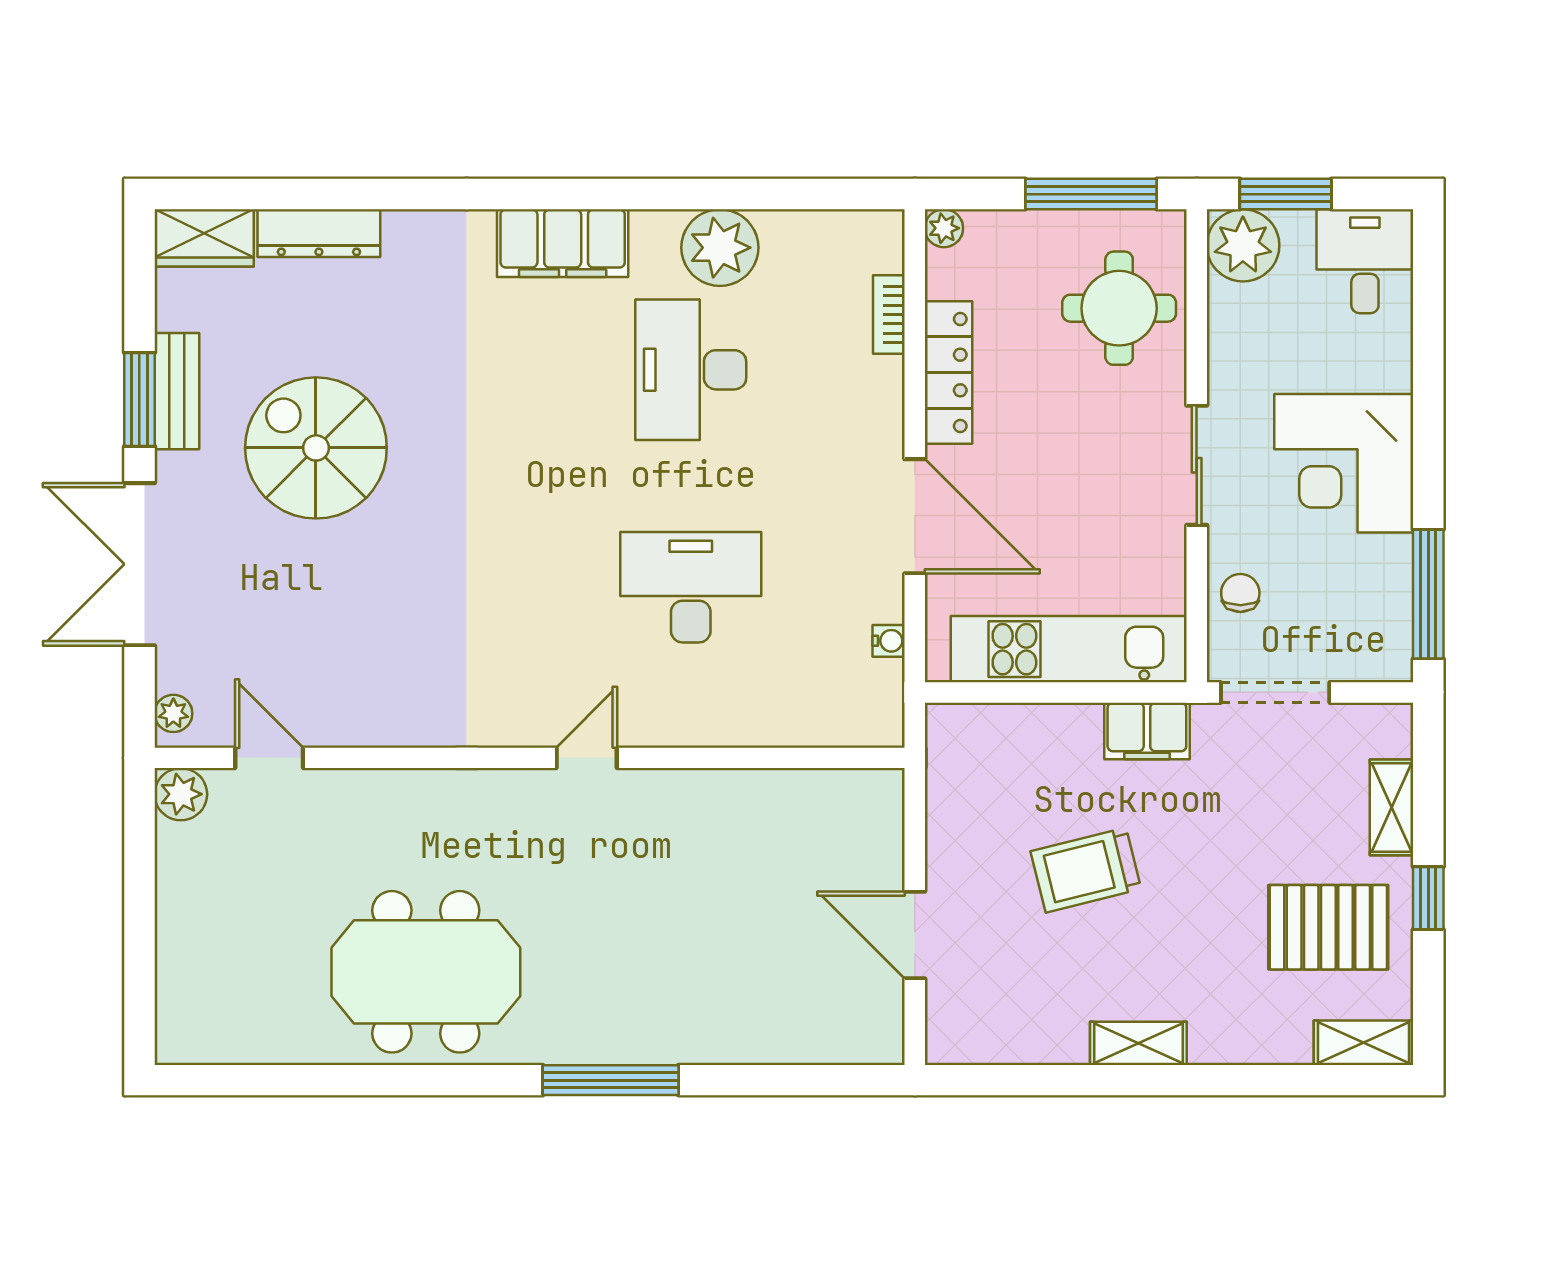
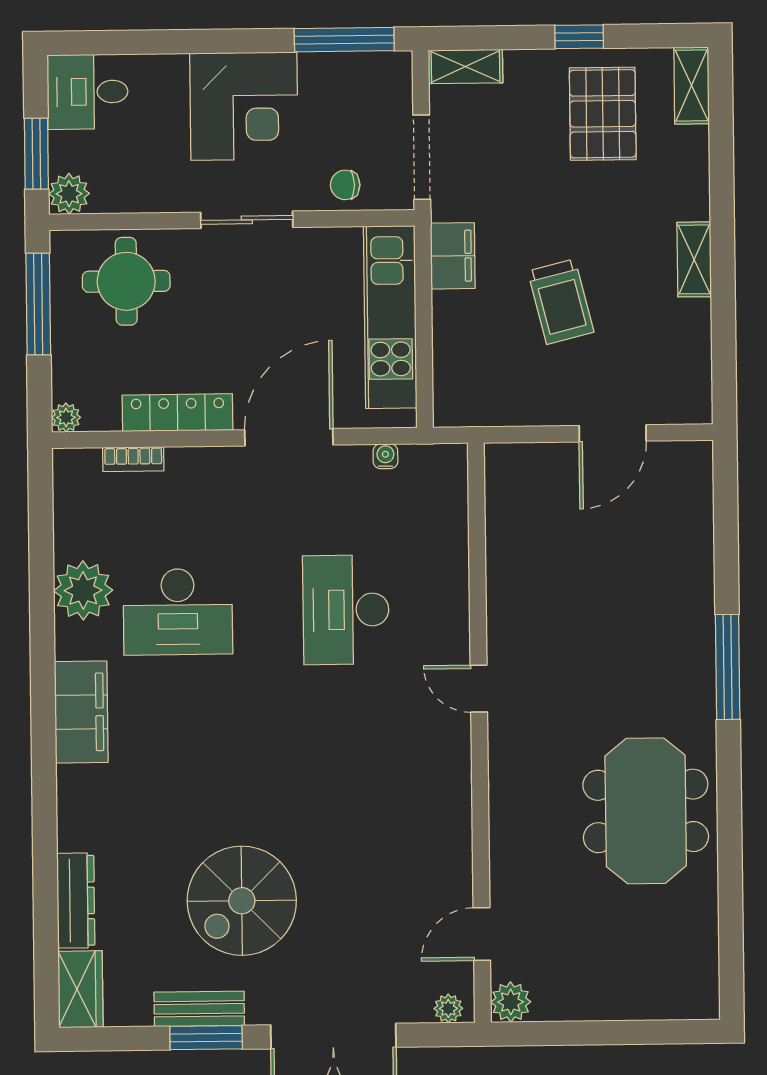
plant: (1243, 245) -> (69, 194), width x0.73, depth x0.73
shelving: (1392, 807) -> (466, 67), moved

